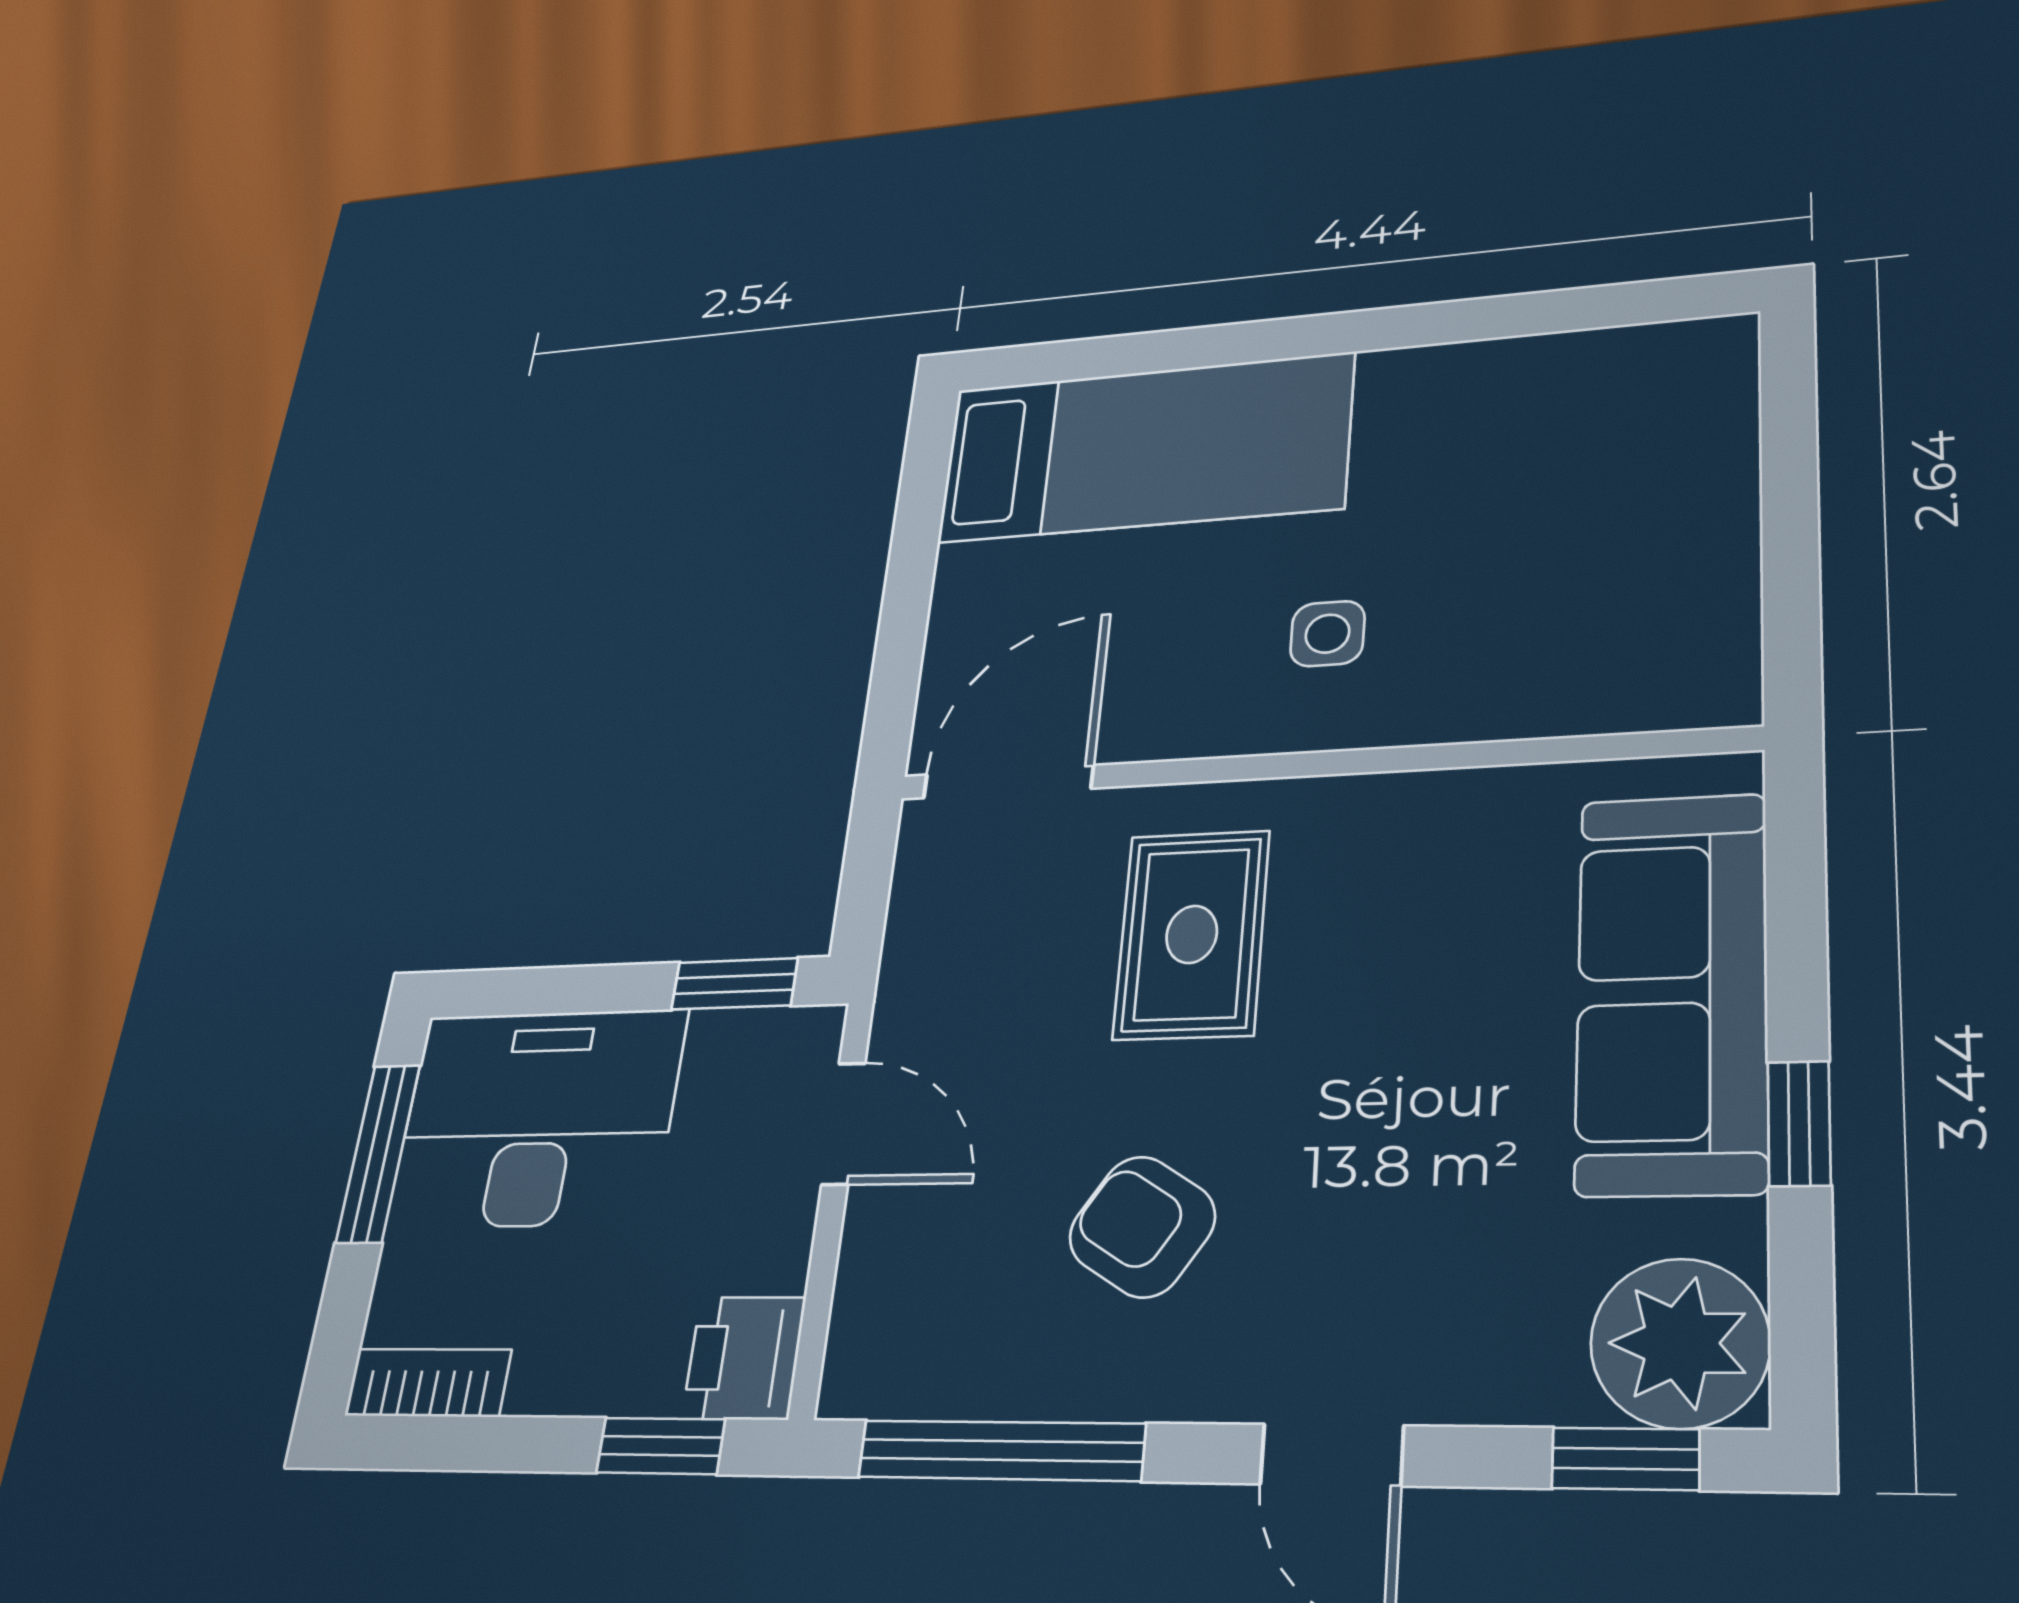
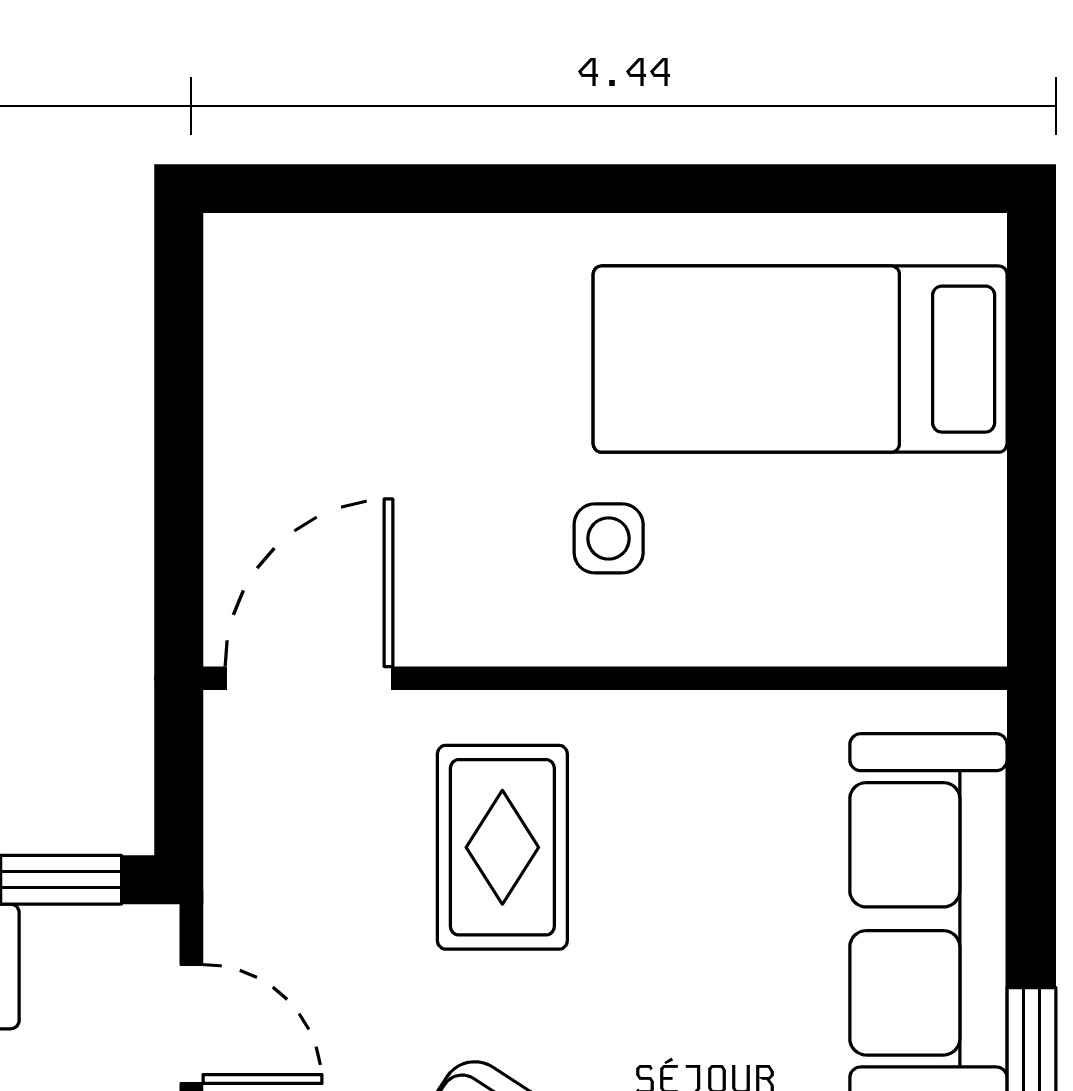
bed: (1145, 448) -> (800, 359), moved, turned 180

